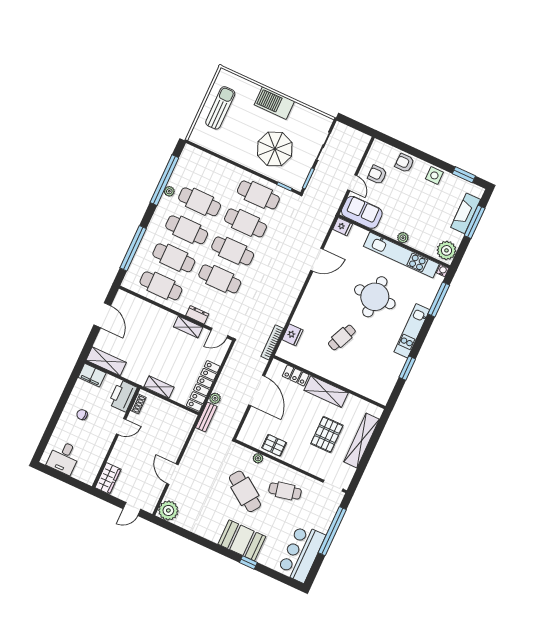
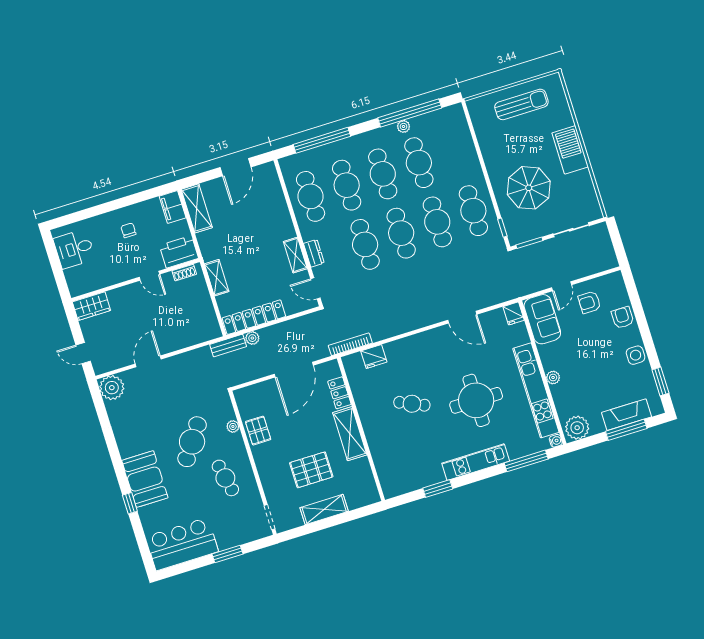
armchair: (377, 175) -> (589, 302), turned -90
shelving: (362, 441) -> (324, 509), width x0.68
window: (332, 531) -> (228, 554), width x0.47

